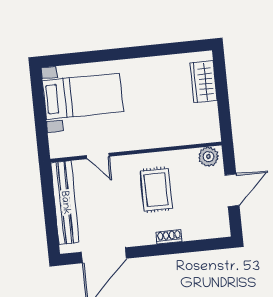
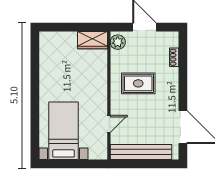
wardrobe: (204, 82) -> (93, 40), moved
shoe rack: (169, 237) -> (174, 57), moved

